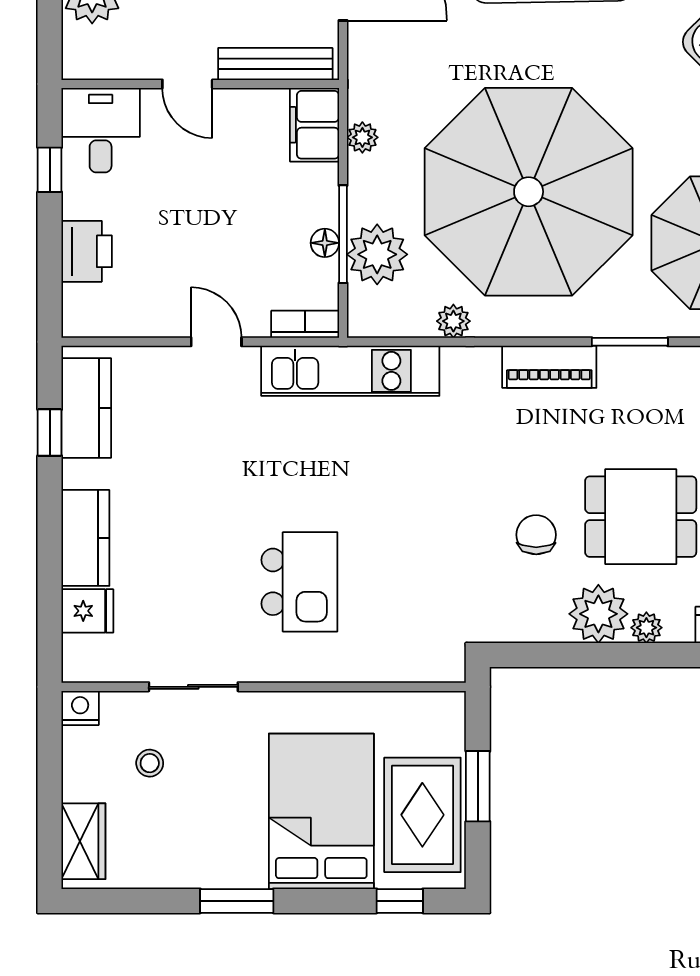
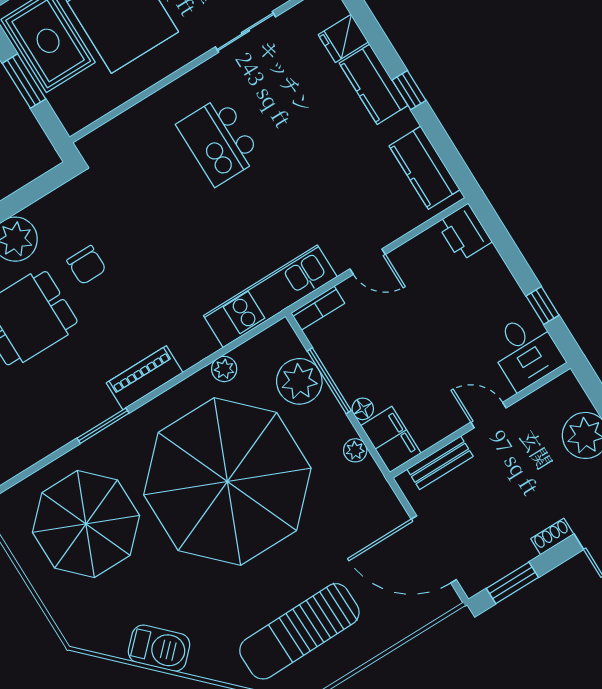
bench: (275, 64) -> (440, 463), width x0.73
floor lamp: (325, 243) -> (363, 409), moved
printer: (87, 251) -> (464, 232), moved
window: (50, 433) -> (409, 90), moved

